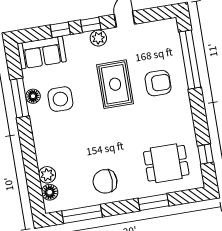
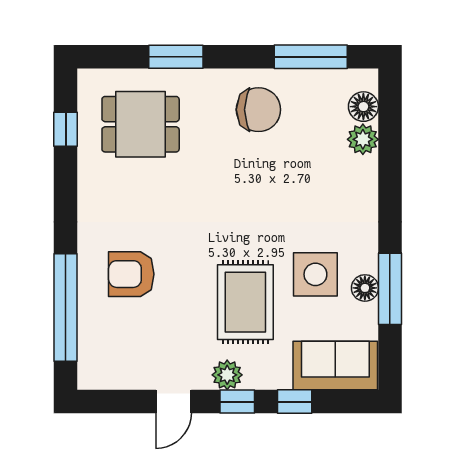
rug: (115, 84) -> (245, 302), moved

